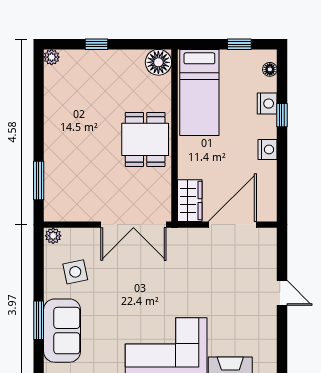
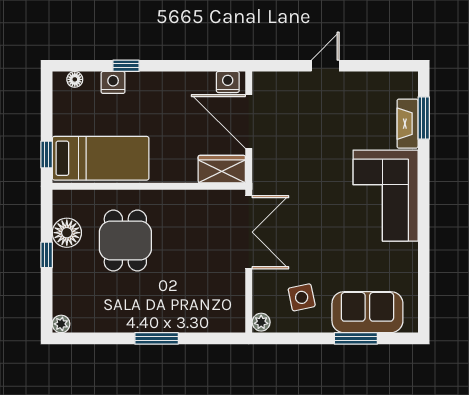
window: (97, 44) -> (47, 255), moved
window: (239, 44) -> (47, 155), moved
floor lamp: (158, 62) -> (67, 233), moved
dining table: (145, 139) -> (125, 241), moved, turned 90
nightstand: (267, 149) -> (228, 82), moved
window: (39, 181) -> (157, 338), moved

